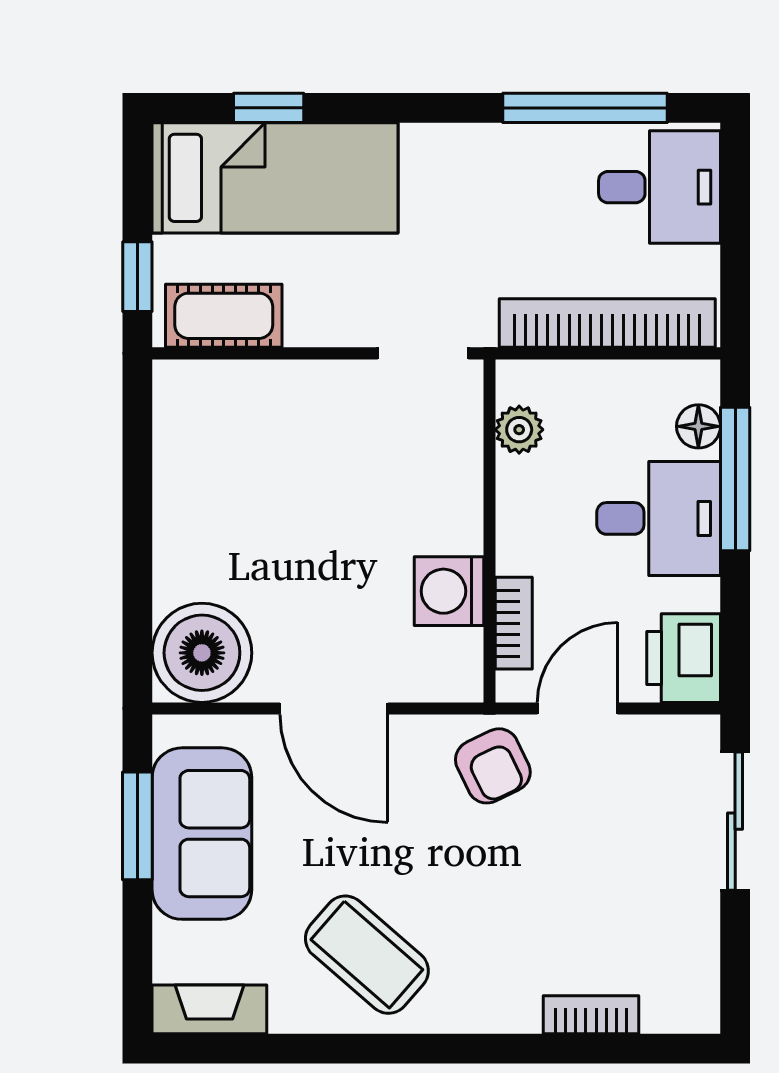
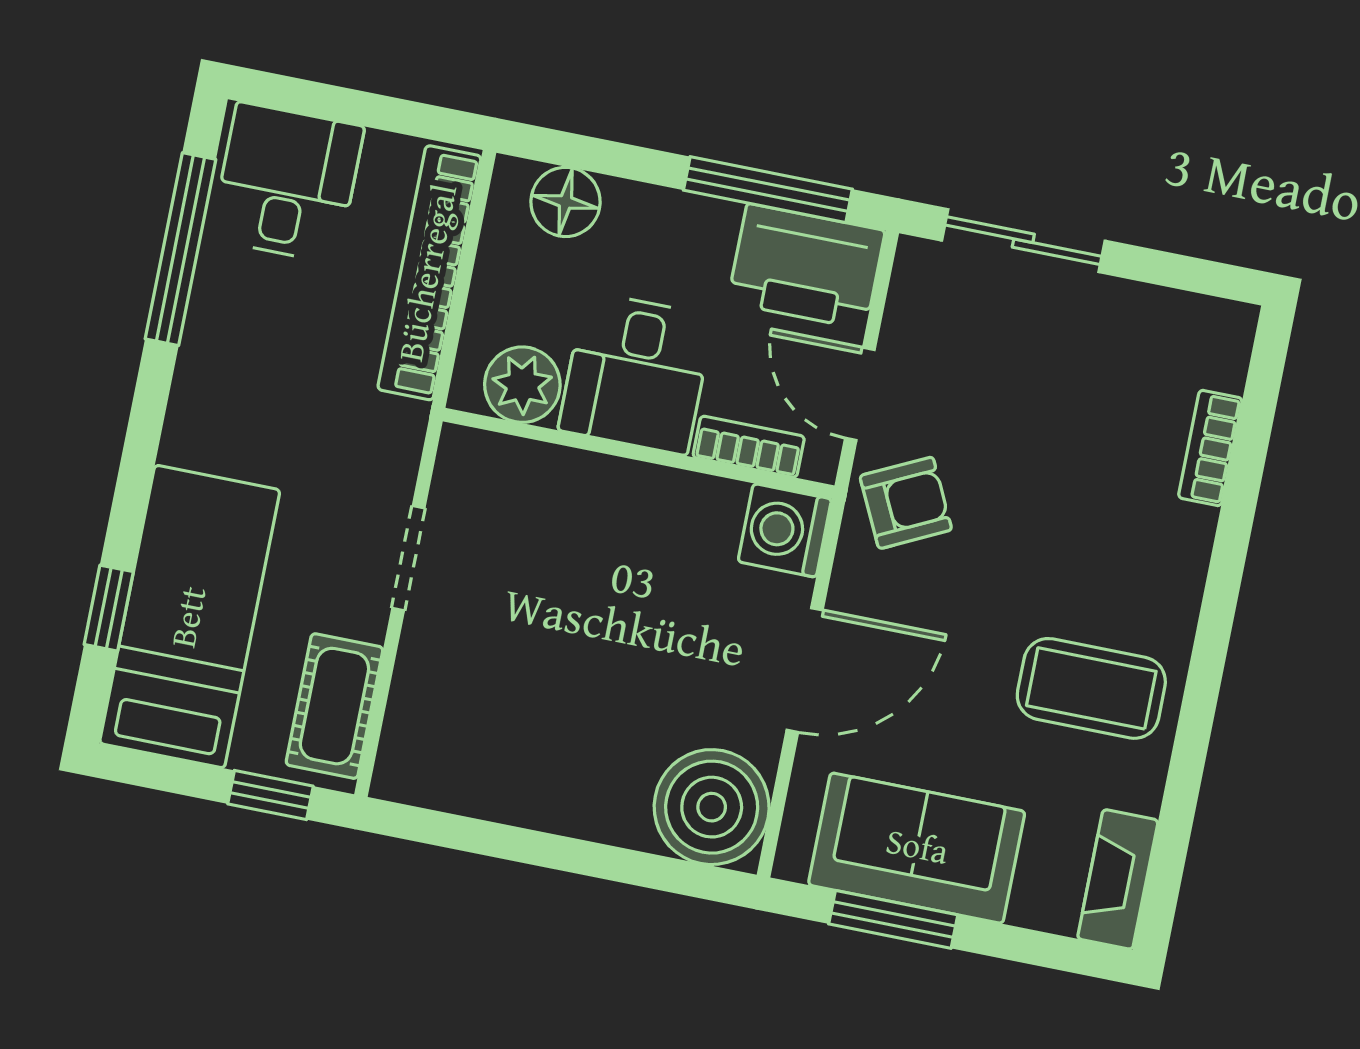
doorway: (423, 353) -> (408, 558), moved
floor lamp: (698, 426) -> (566, 202), width x1.37, depth x1.37
plant: (519, 430) -> (522, 385), width x1.38, depth x1.38
window: (735, 479) -> (768, 190), moved
desk: (659, 518) -> (636, 373), moved, turned 180
washing machine: (449, 591) -> (785, 530), moved, turned 90
printer: (684, 658) -> (806, 266), width x1.37, depth x1.19
coffee table: (367, 955) -> (1091, 688), turned 49

